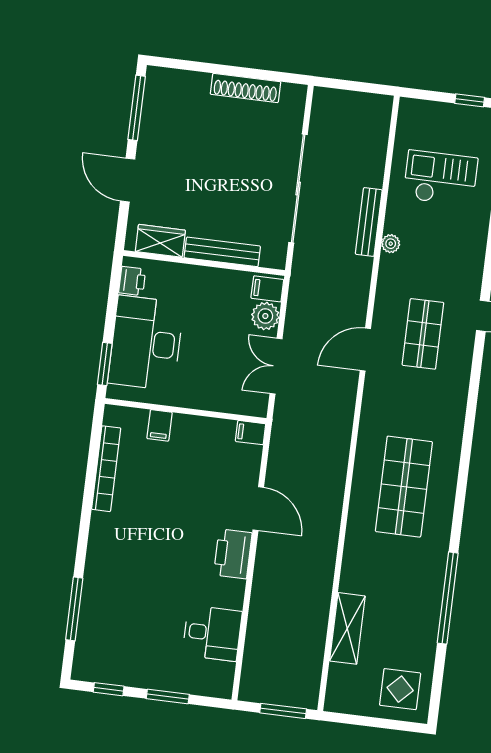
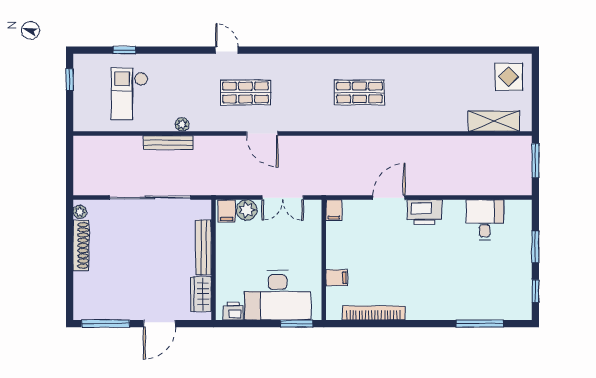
plant: (291, 92) -> (80, 212), added
shop shelf: (404, 487) -> (359, 92), width x0.70, depth x0.74
window: (448, 598) -> (437, 50), removed
shelving: (347, 628) -> (494, 121), moved

